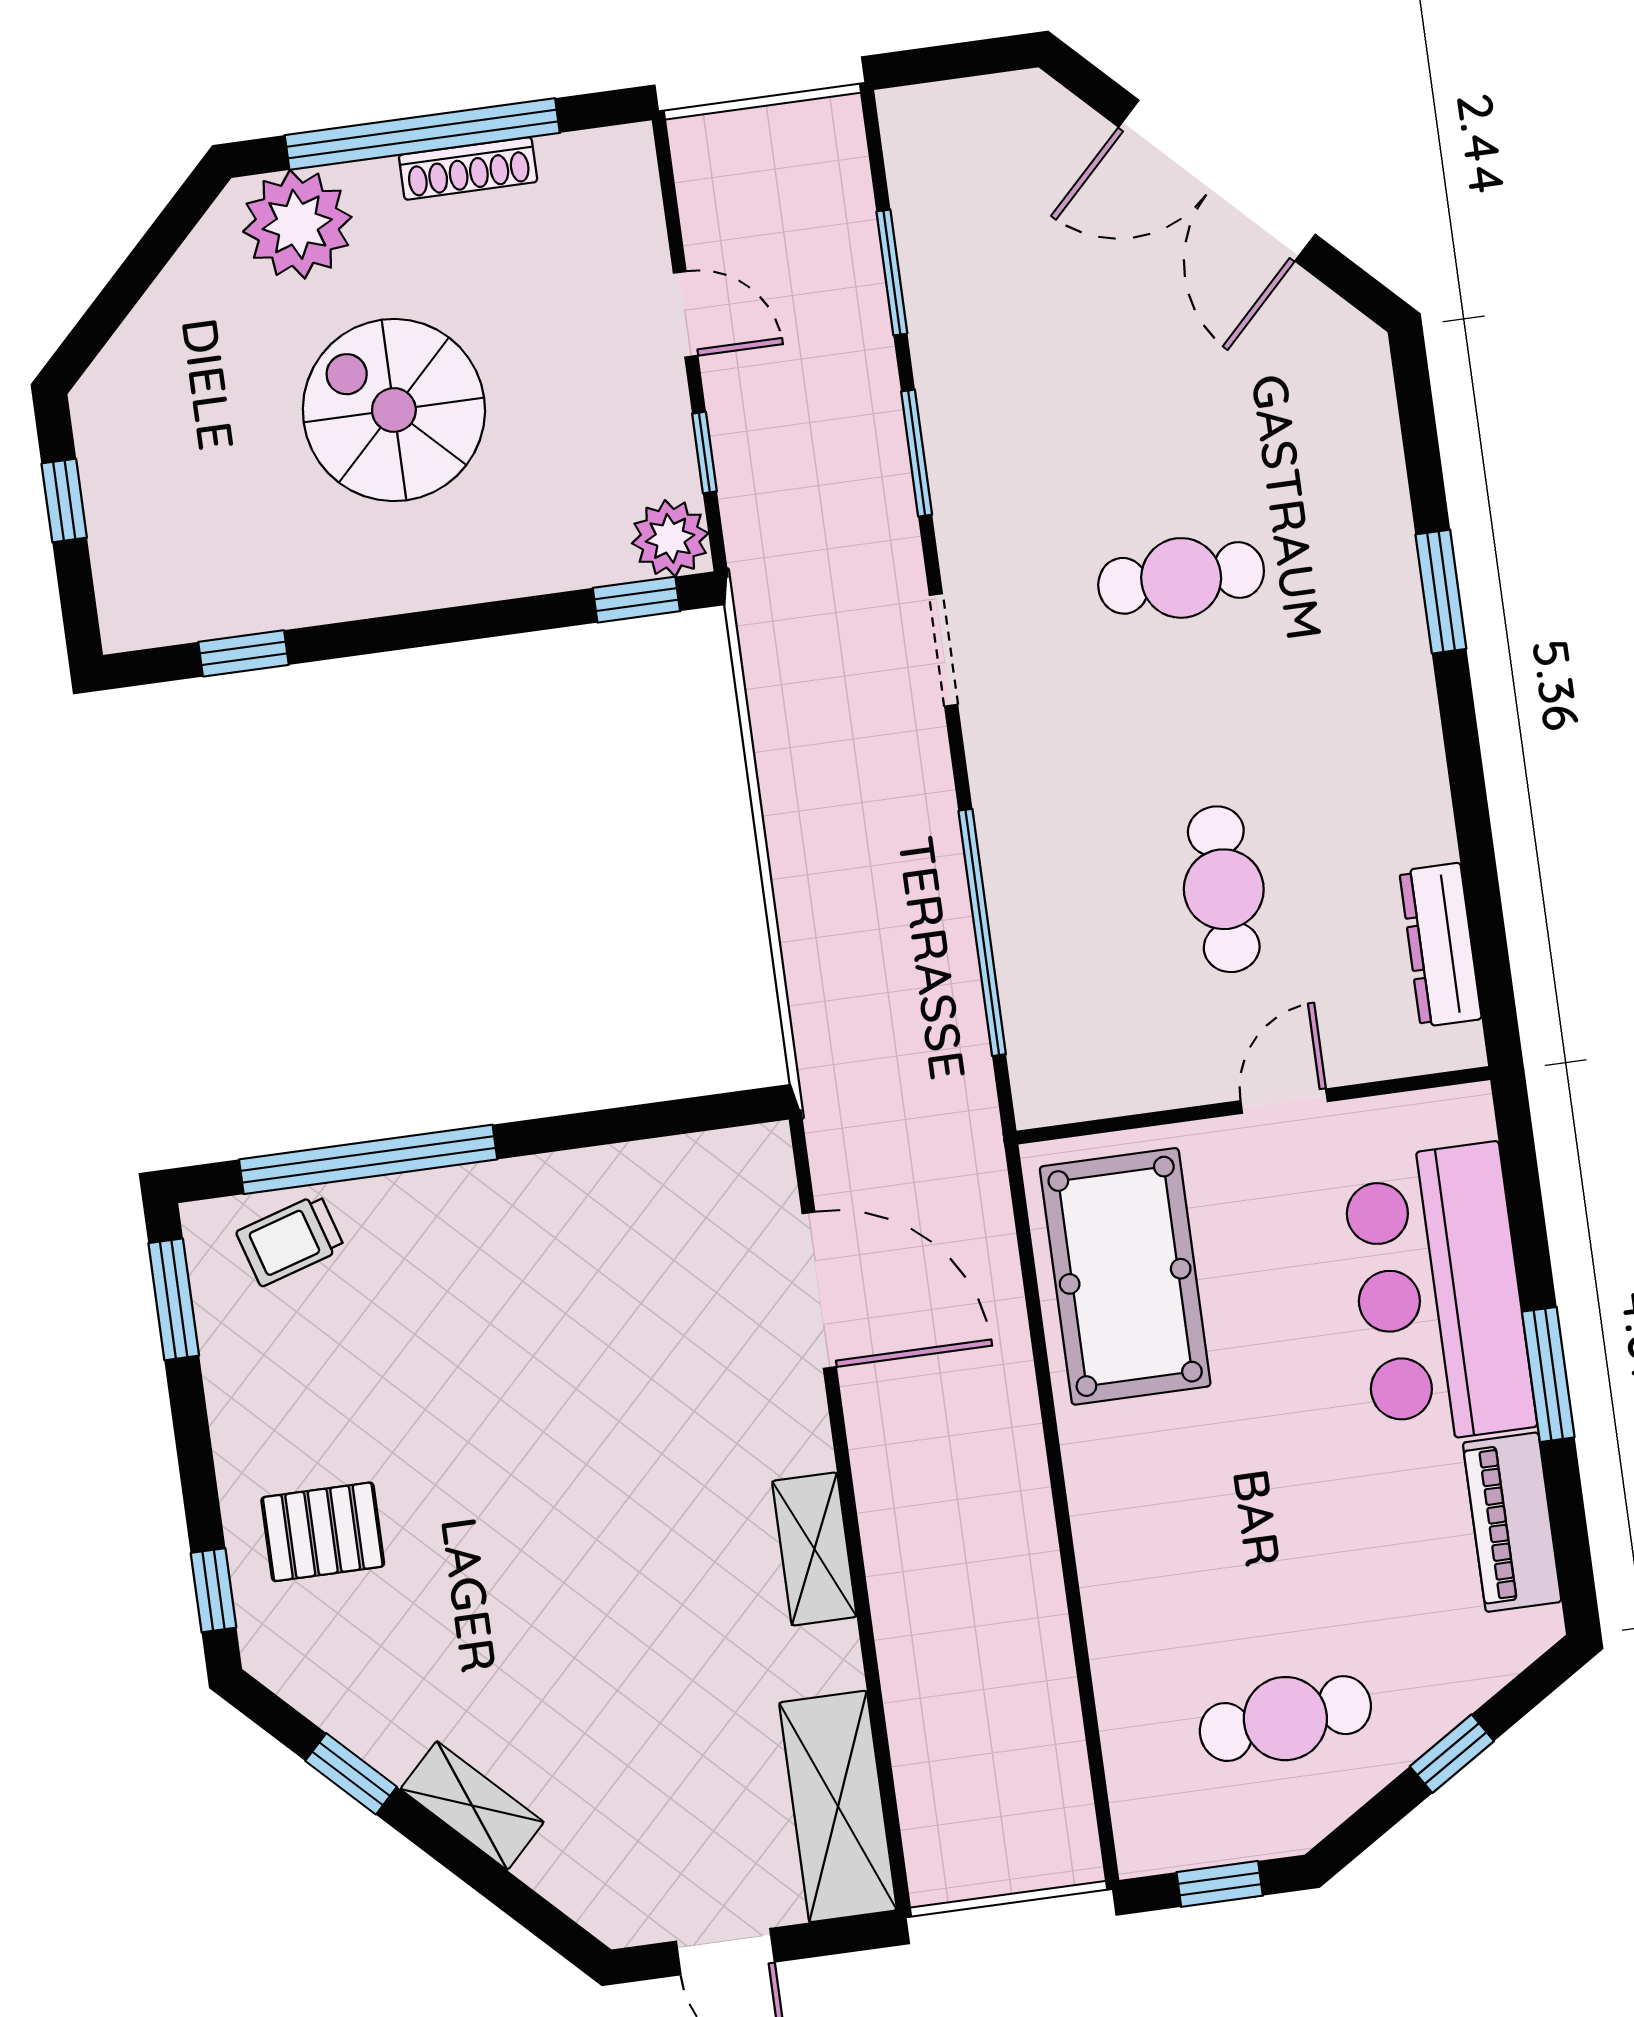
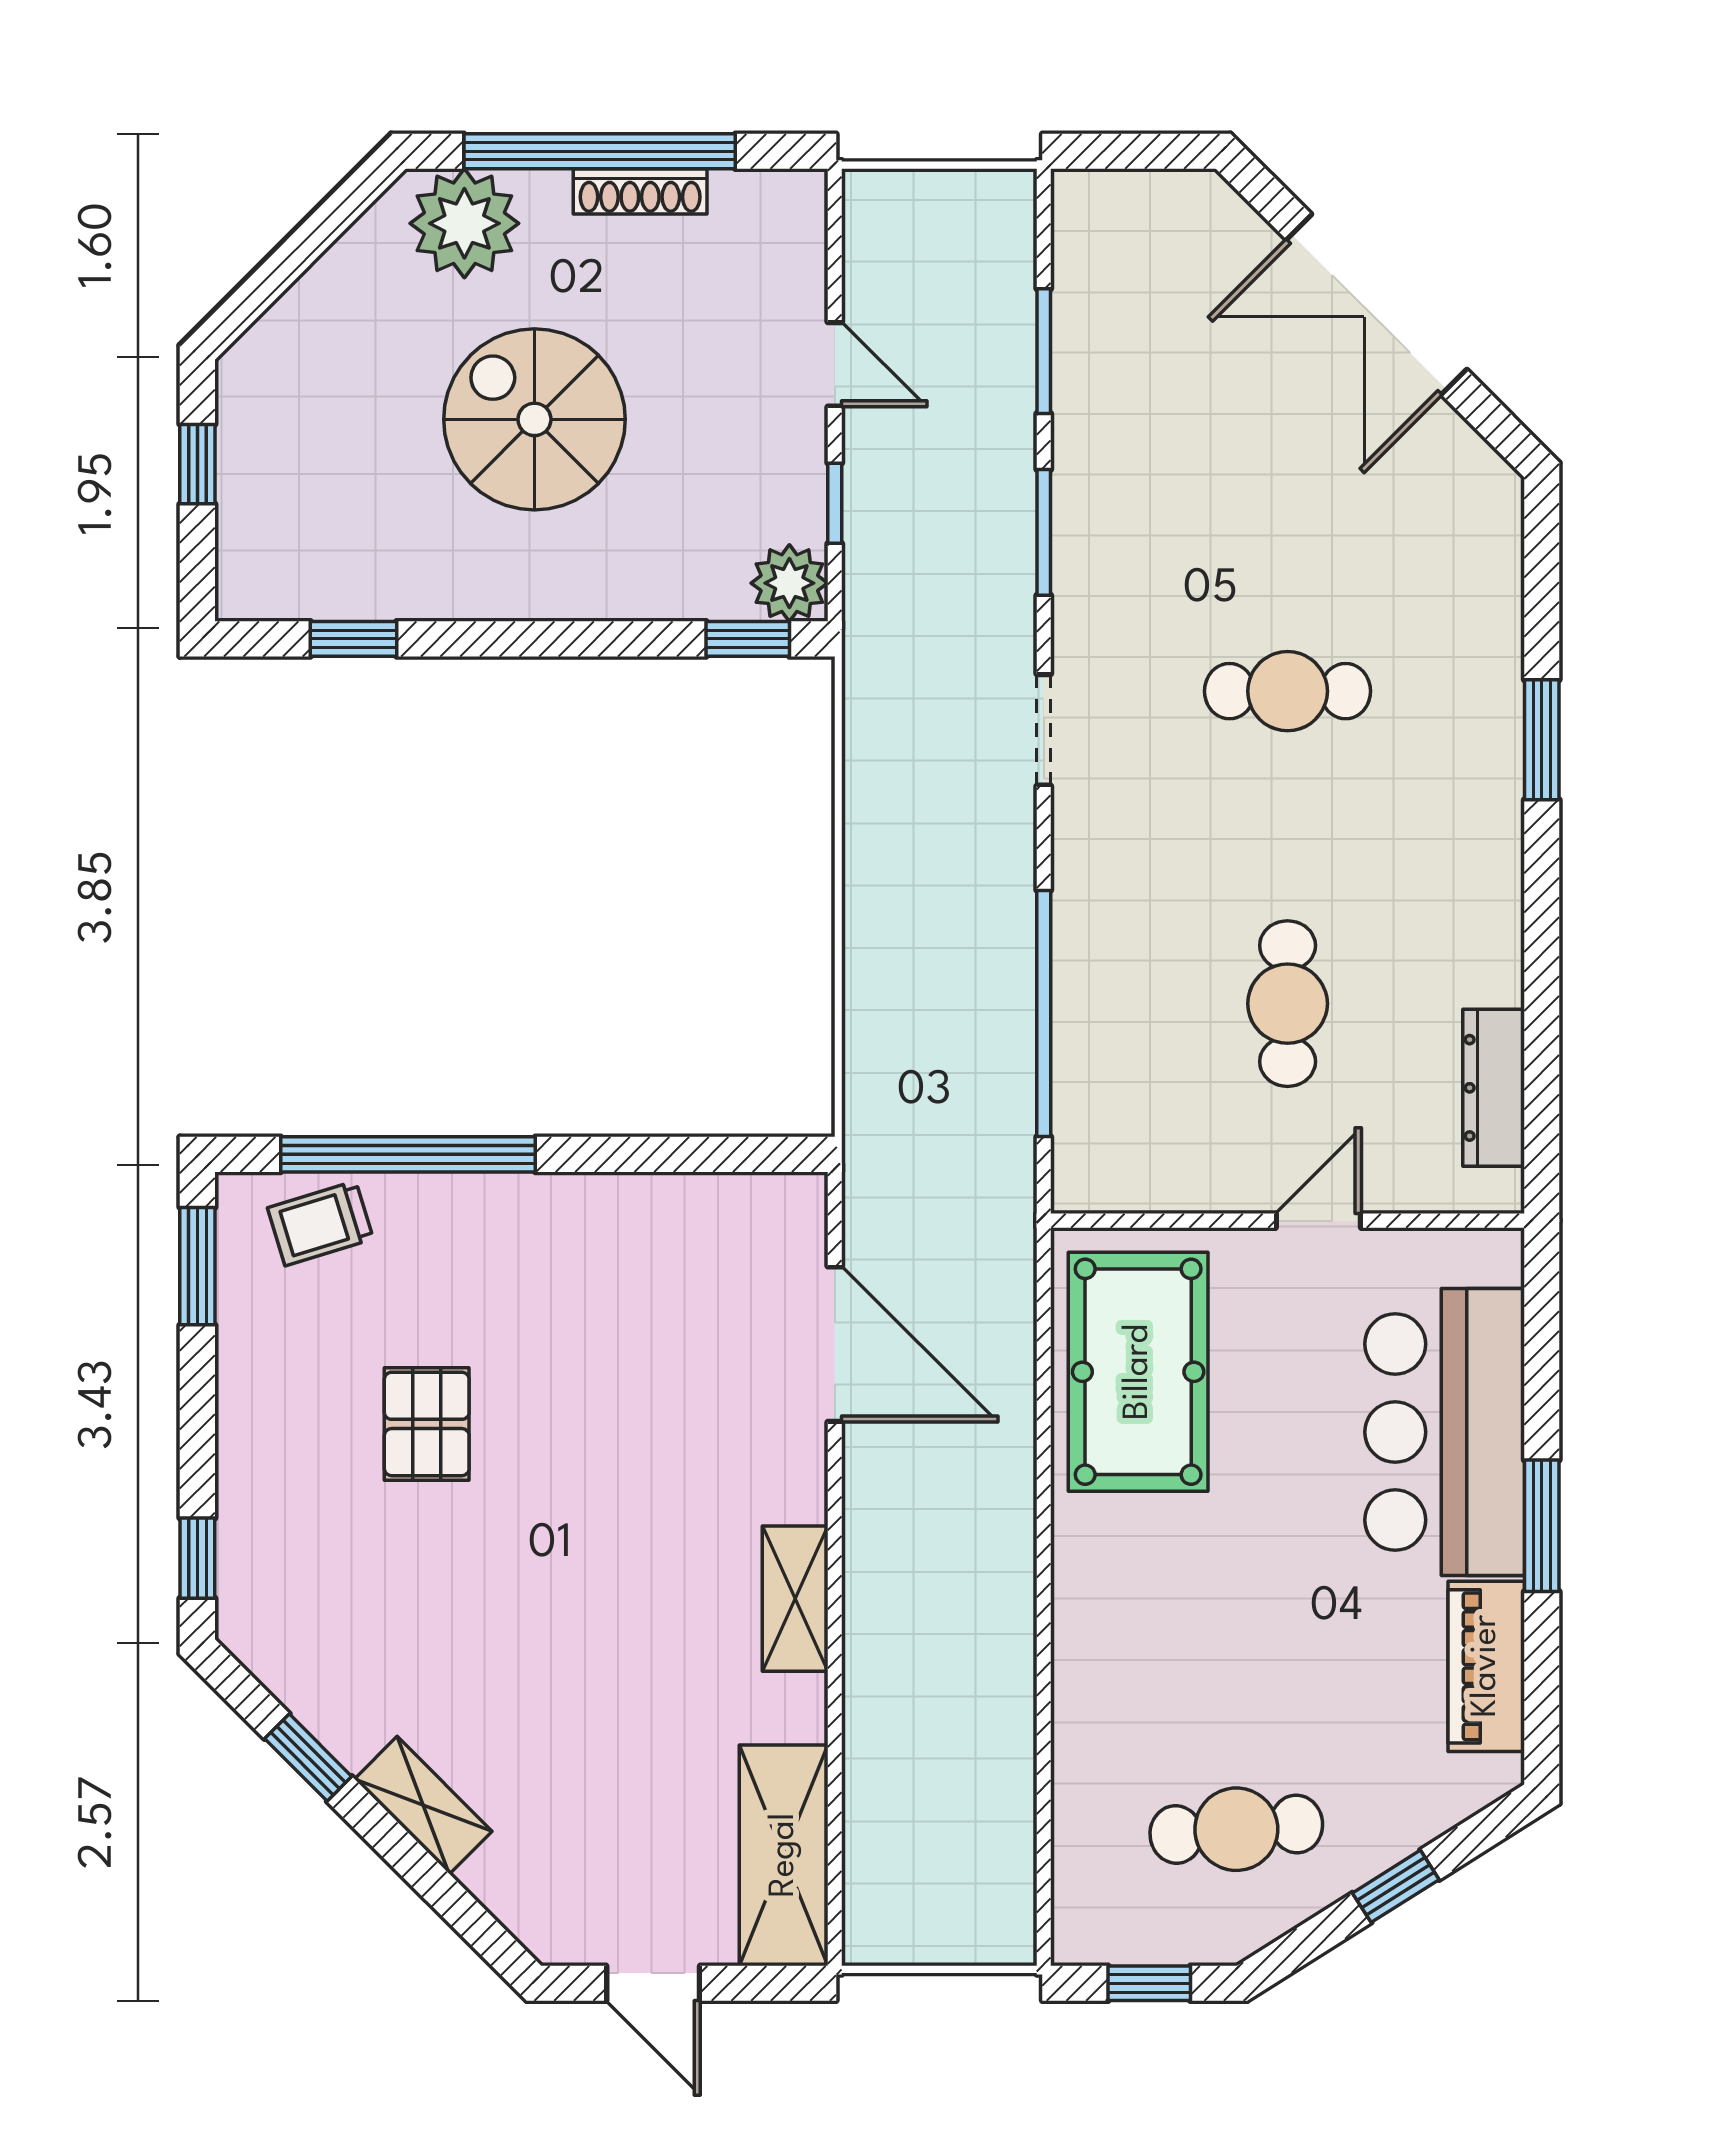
pallet: (323, 1532) -> (427, 1424), moved, turned 90

